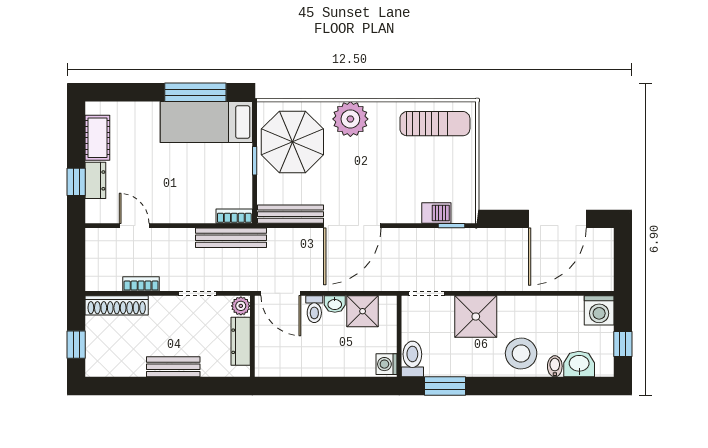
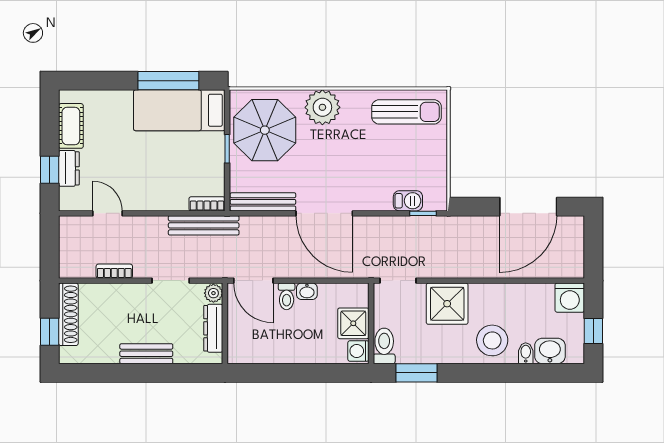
door: (352, 226) -> (324, 213), hinge flipped
shoe rack: (117, 305) -> (68, 314), moved, turned -90
shower: (363, 311) -> (353, 323), moved

